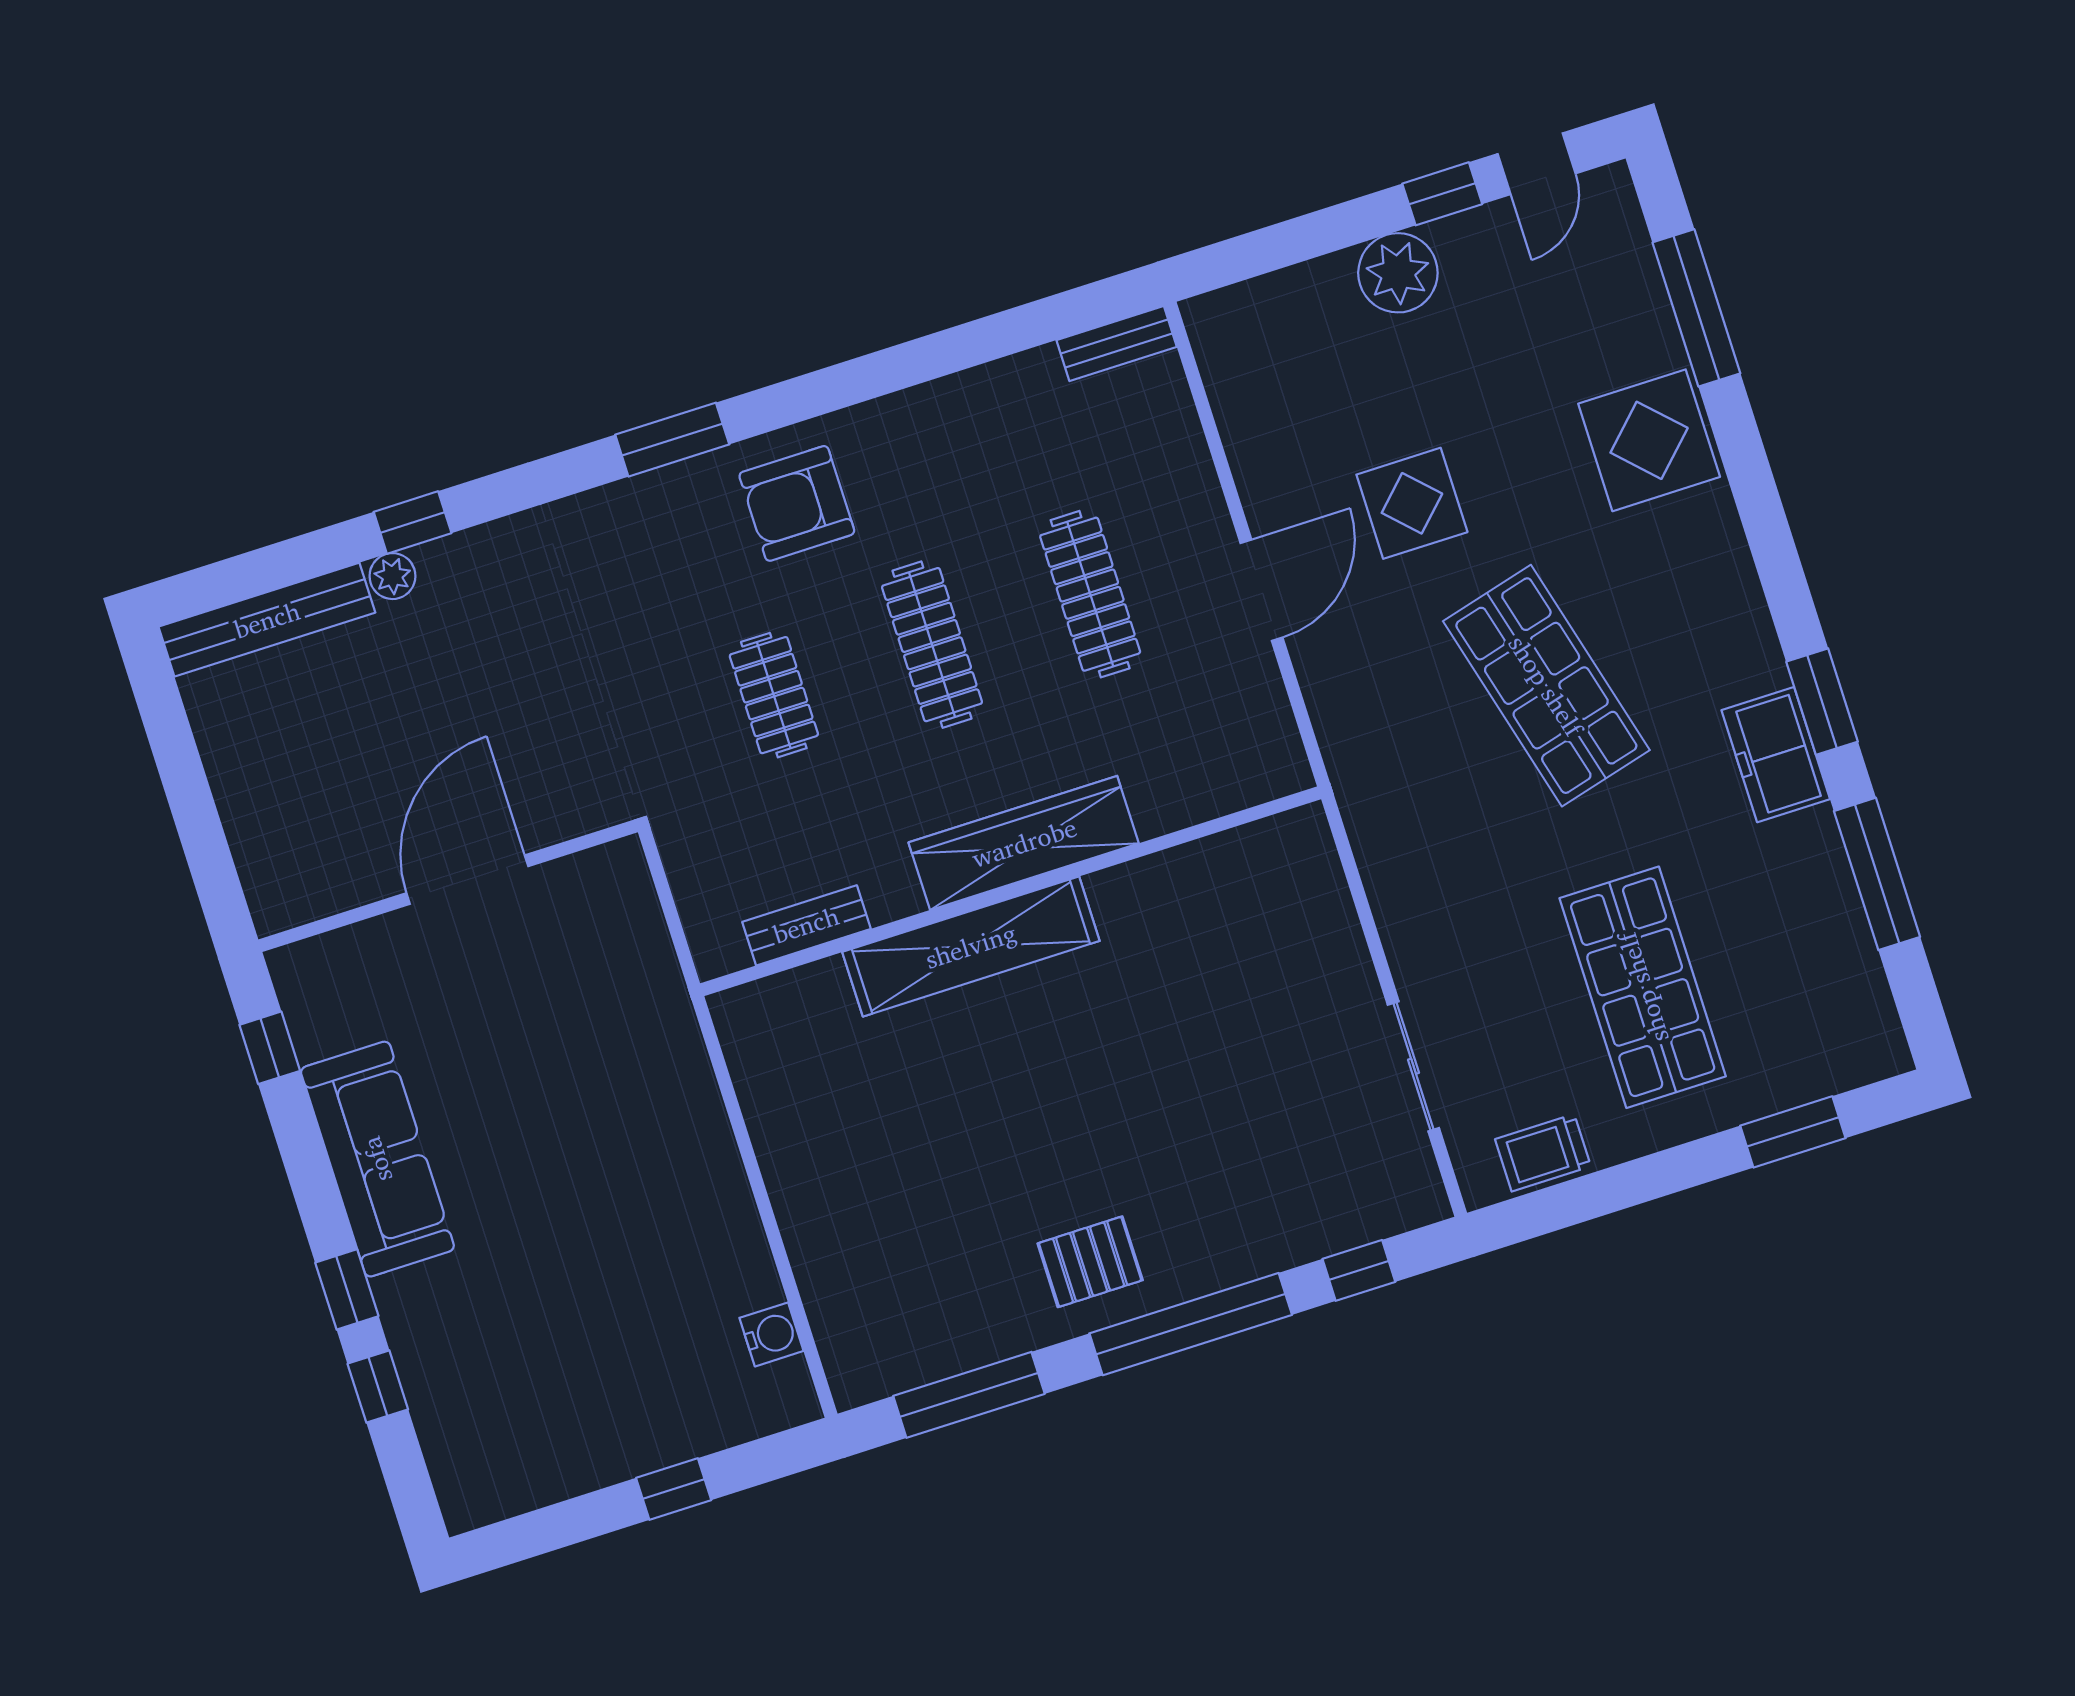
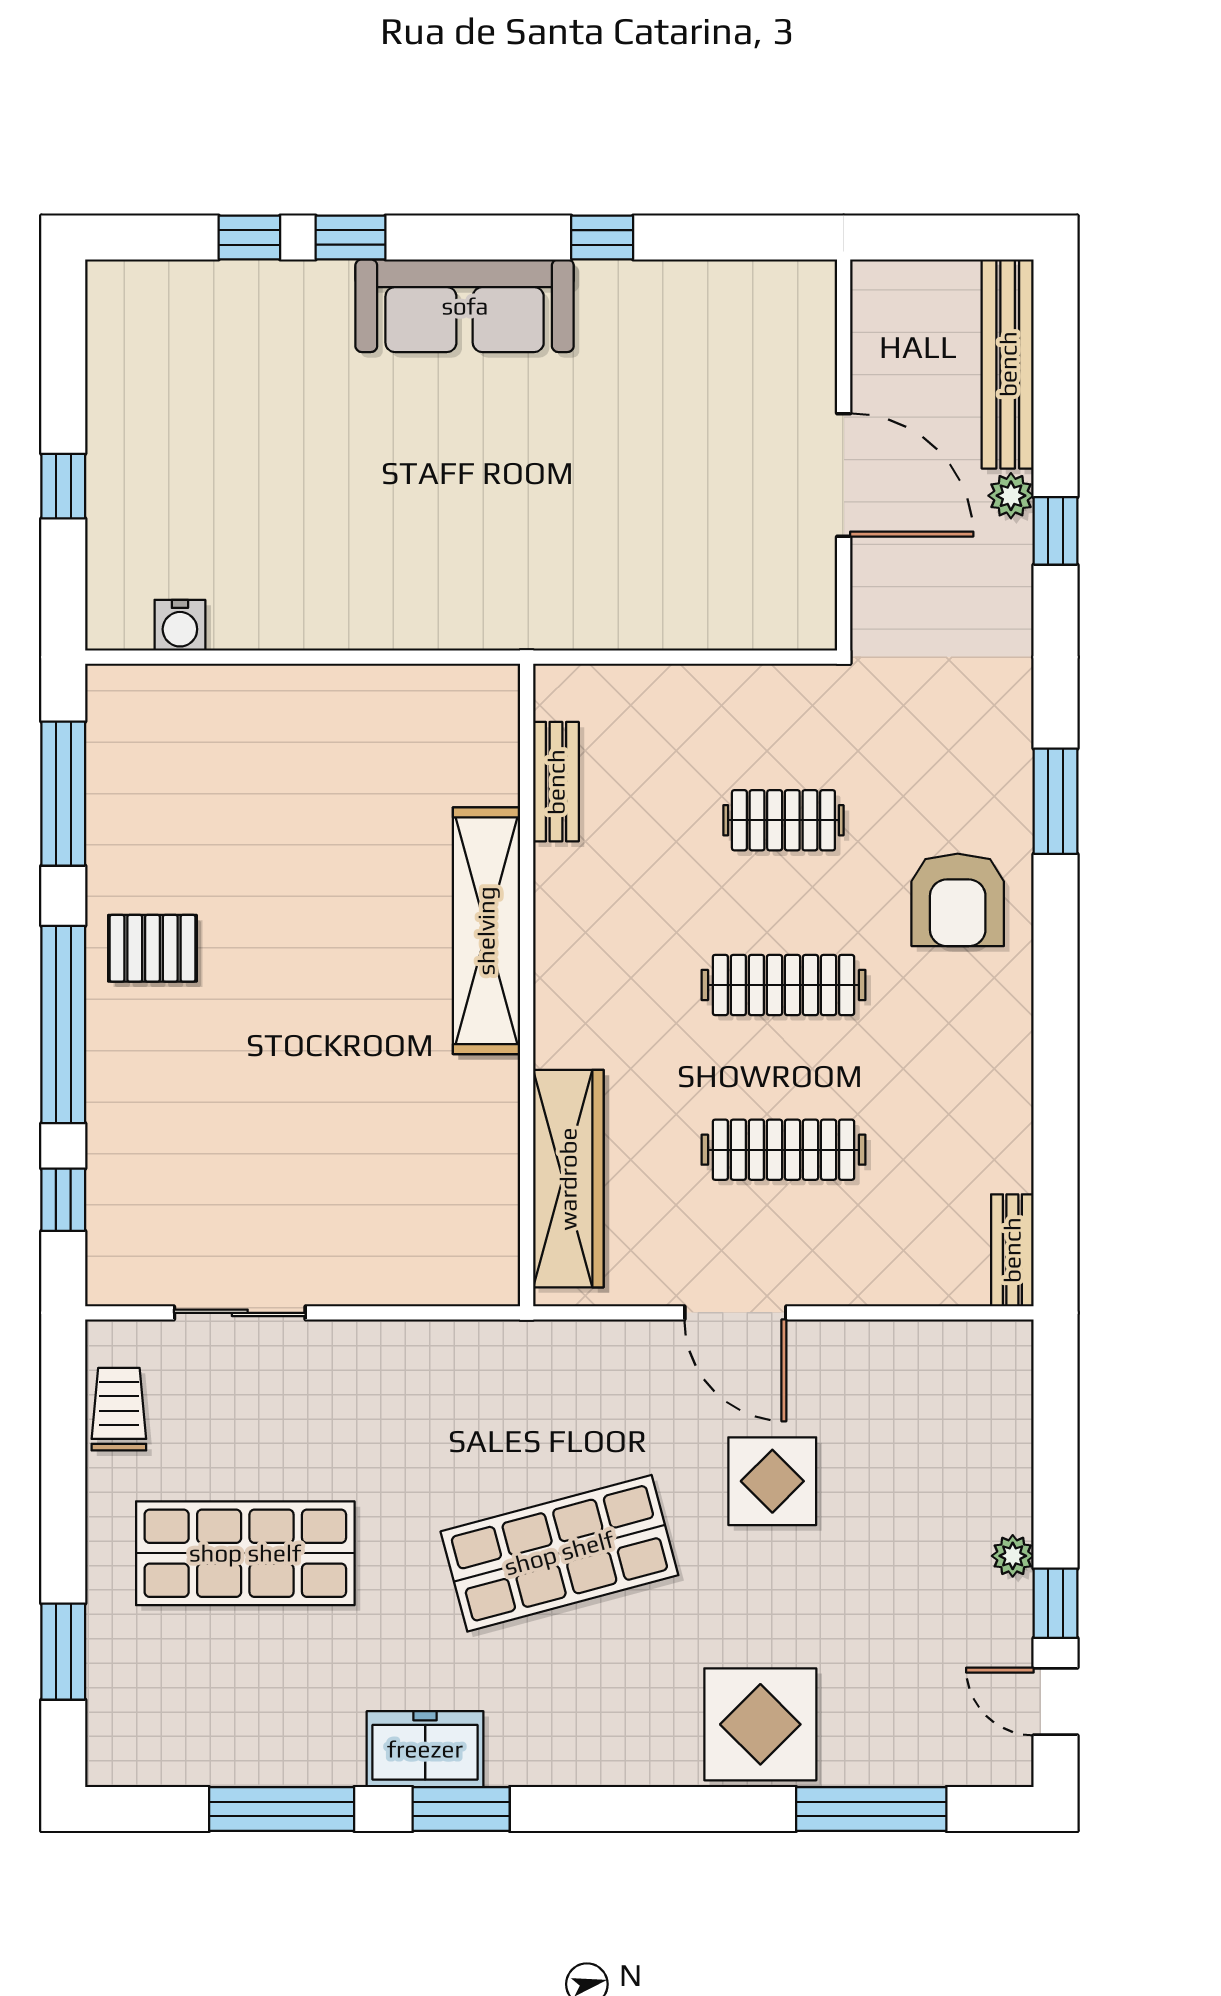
plant: (1398, 273) -> (1013, 1556), width x0.53, depth x0.53
armchair: (797, 503) -> (958, 900), turned 180
wardrobe: (1024, 843) -> (568, 1179), moved
door: (467, 880) -> (844, 475), moved
wall: (448, 886) -> (844, 455), moved
pallet: (1090, 1262) -> (152, 948), turned 90

